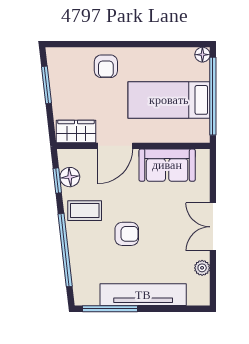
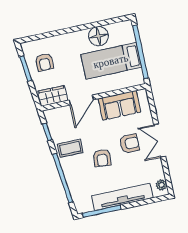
floor lamp: (202, 55) -> (98, 36), moved, width x1.89, depth x1.89
armchair: (106, 66) -> (44, 62), moved
floor lamp: (70, 177) -> (55, 128), removed
armchair: (170, 222) -> (129, 143), added
armchair: (127, 234) -> (102, 158), turned 96
plant: (202, 268) -> (162, 185), moved

